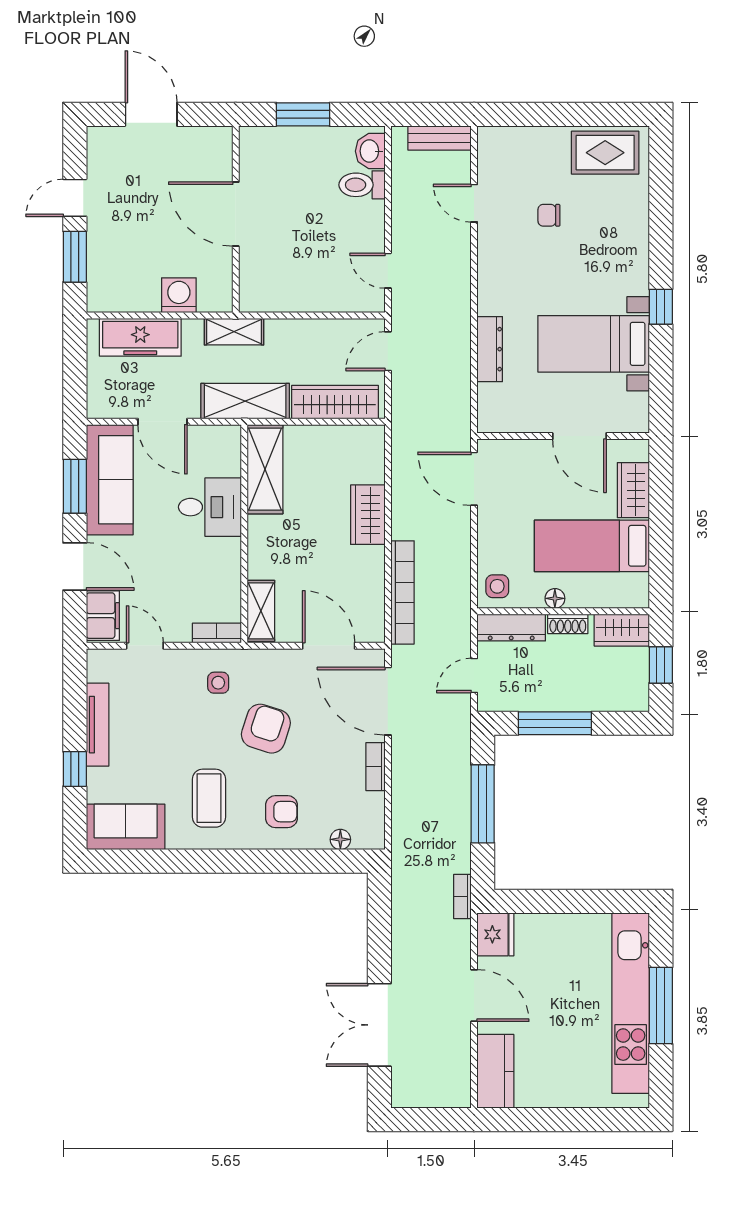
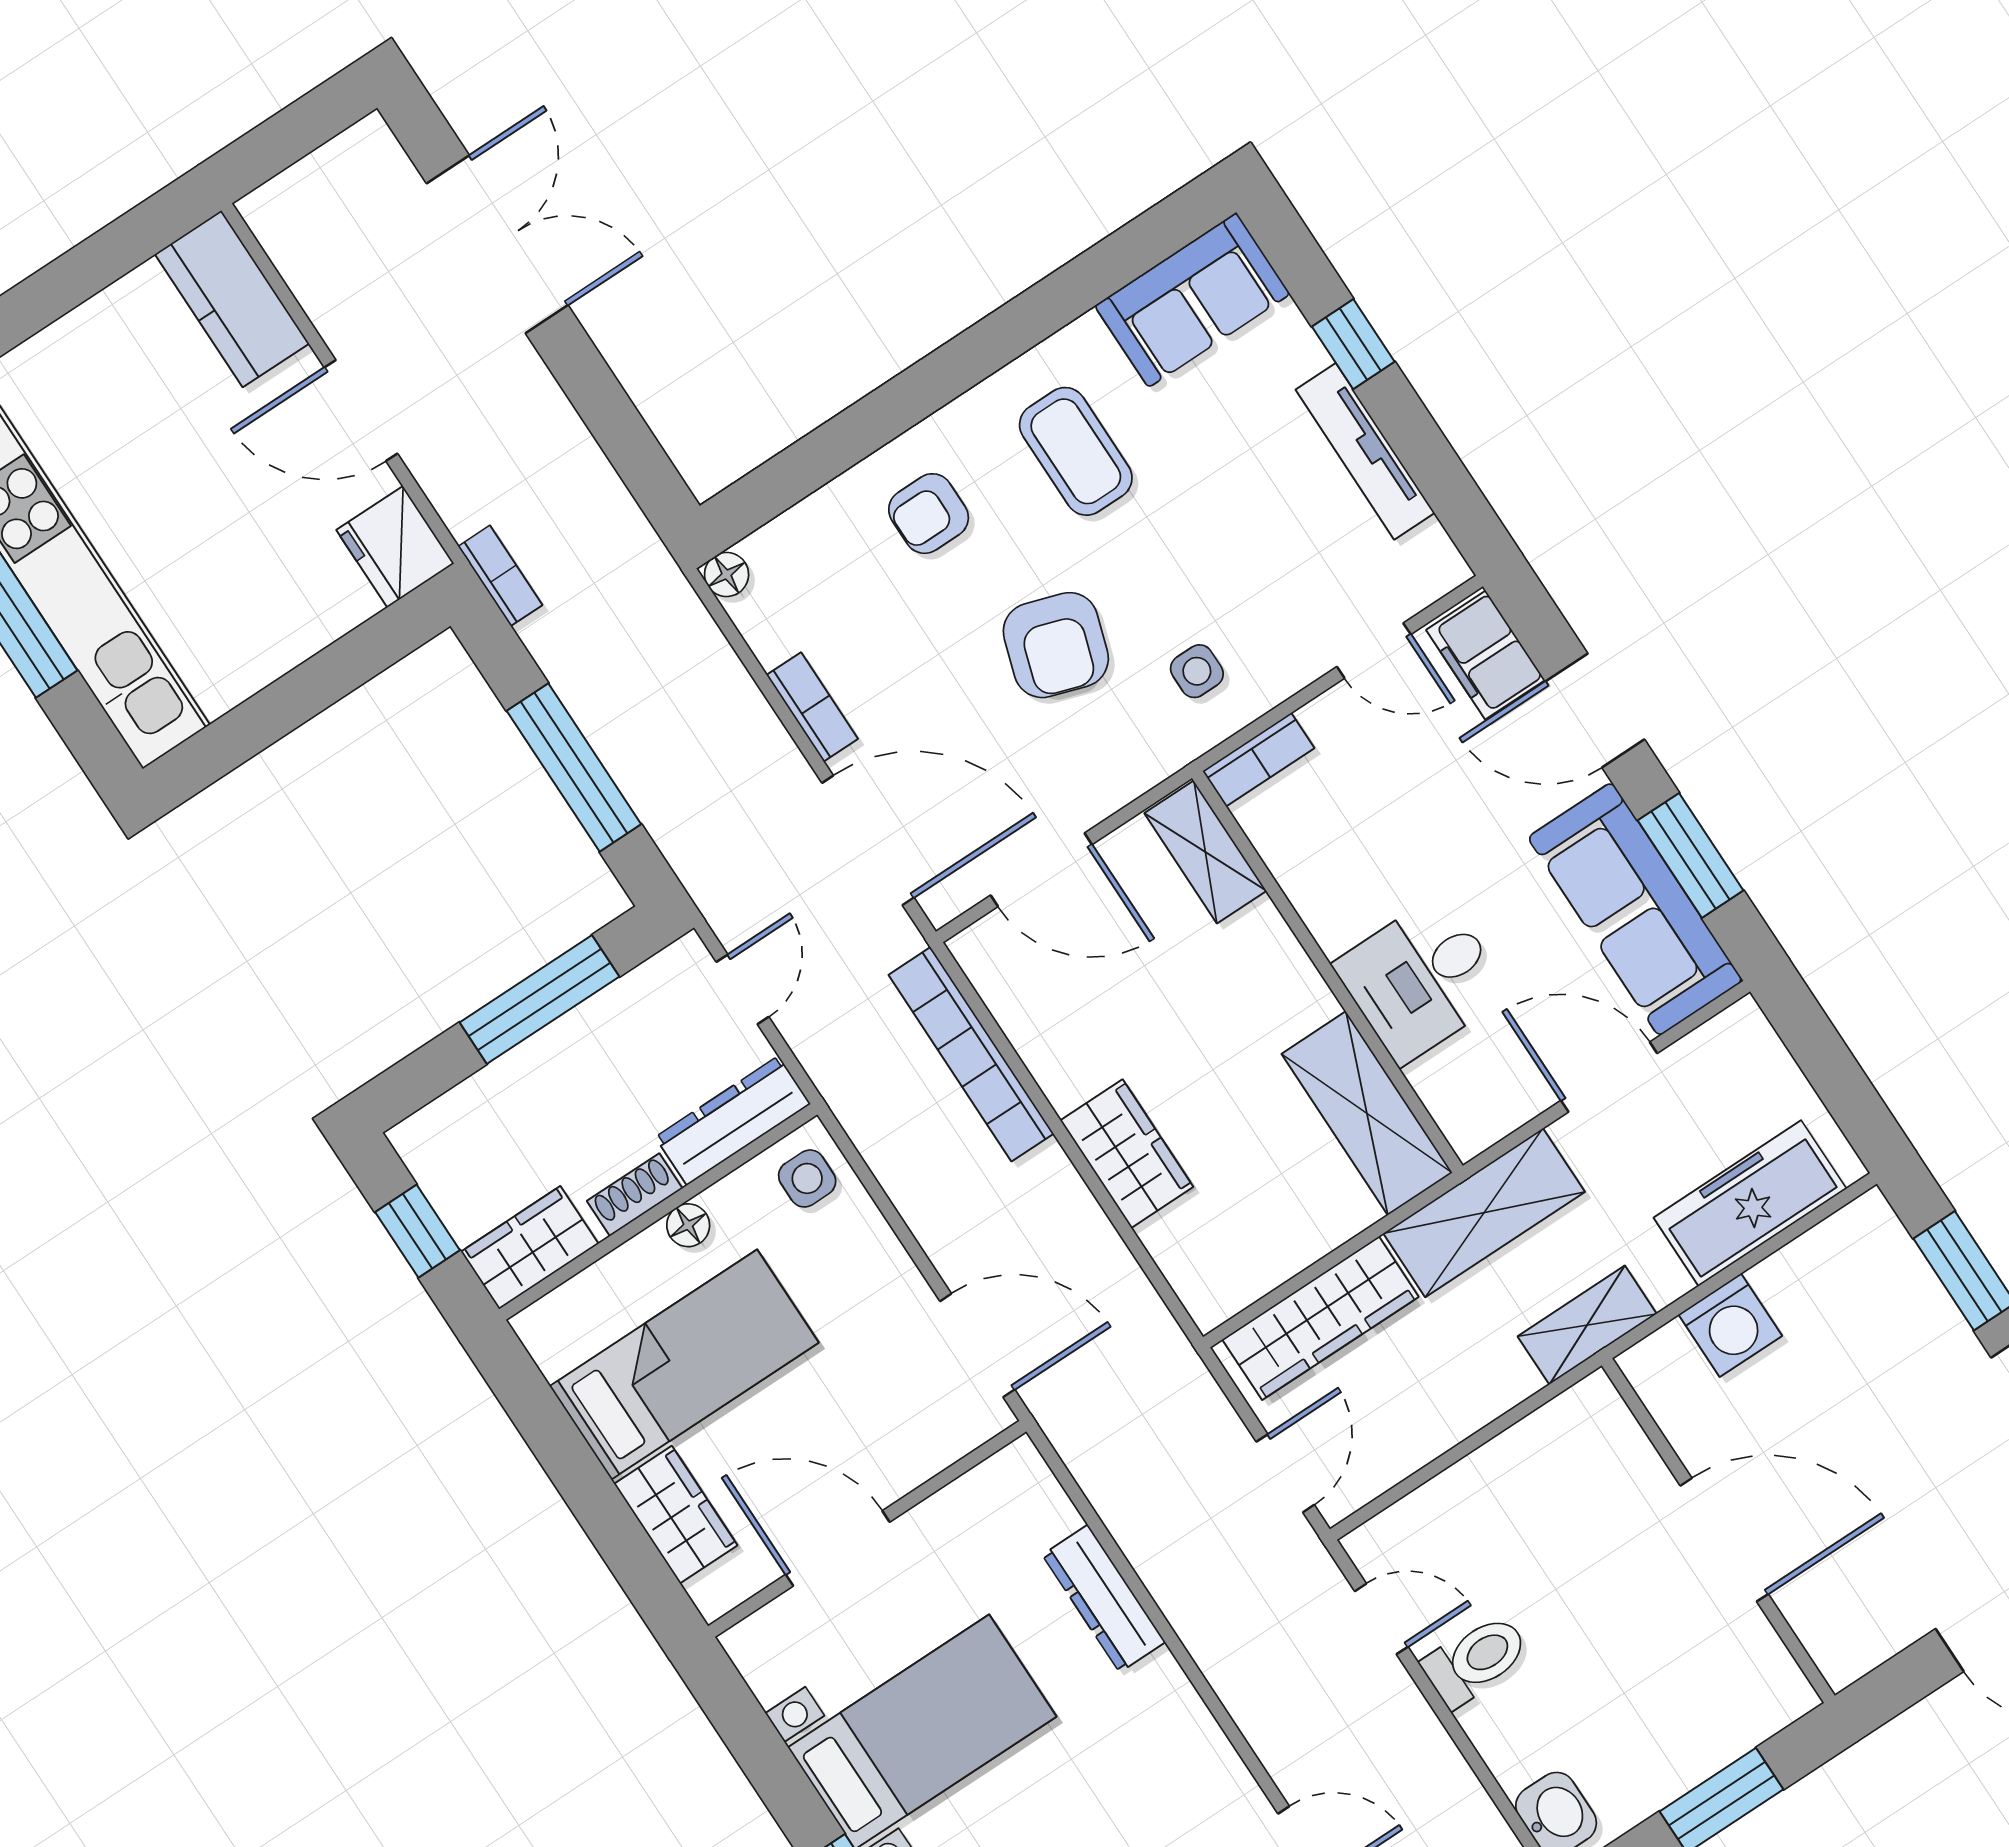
toilet: (362, 185) -> (1476, 1660), moved
floor lamp: (340, 839) -> (727, 574), moved

